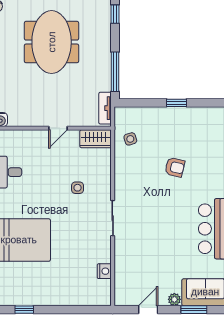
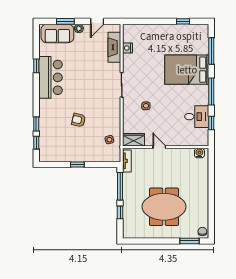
window: (115, 14) -> (120, 213), moved
meeting table: (52, 42) -> (164, 207), turned 90
door: (58, 128) -> (159, 147), hinge flipped
fireplace: (123, 272) -> (114, 47), added

